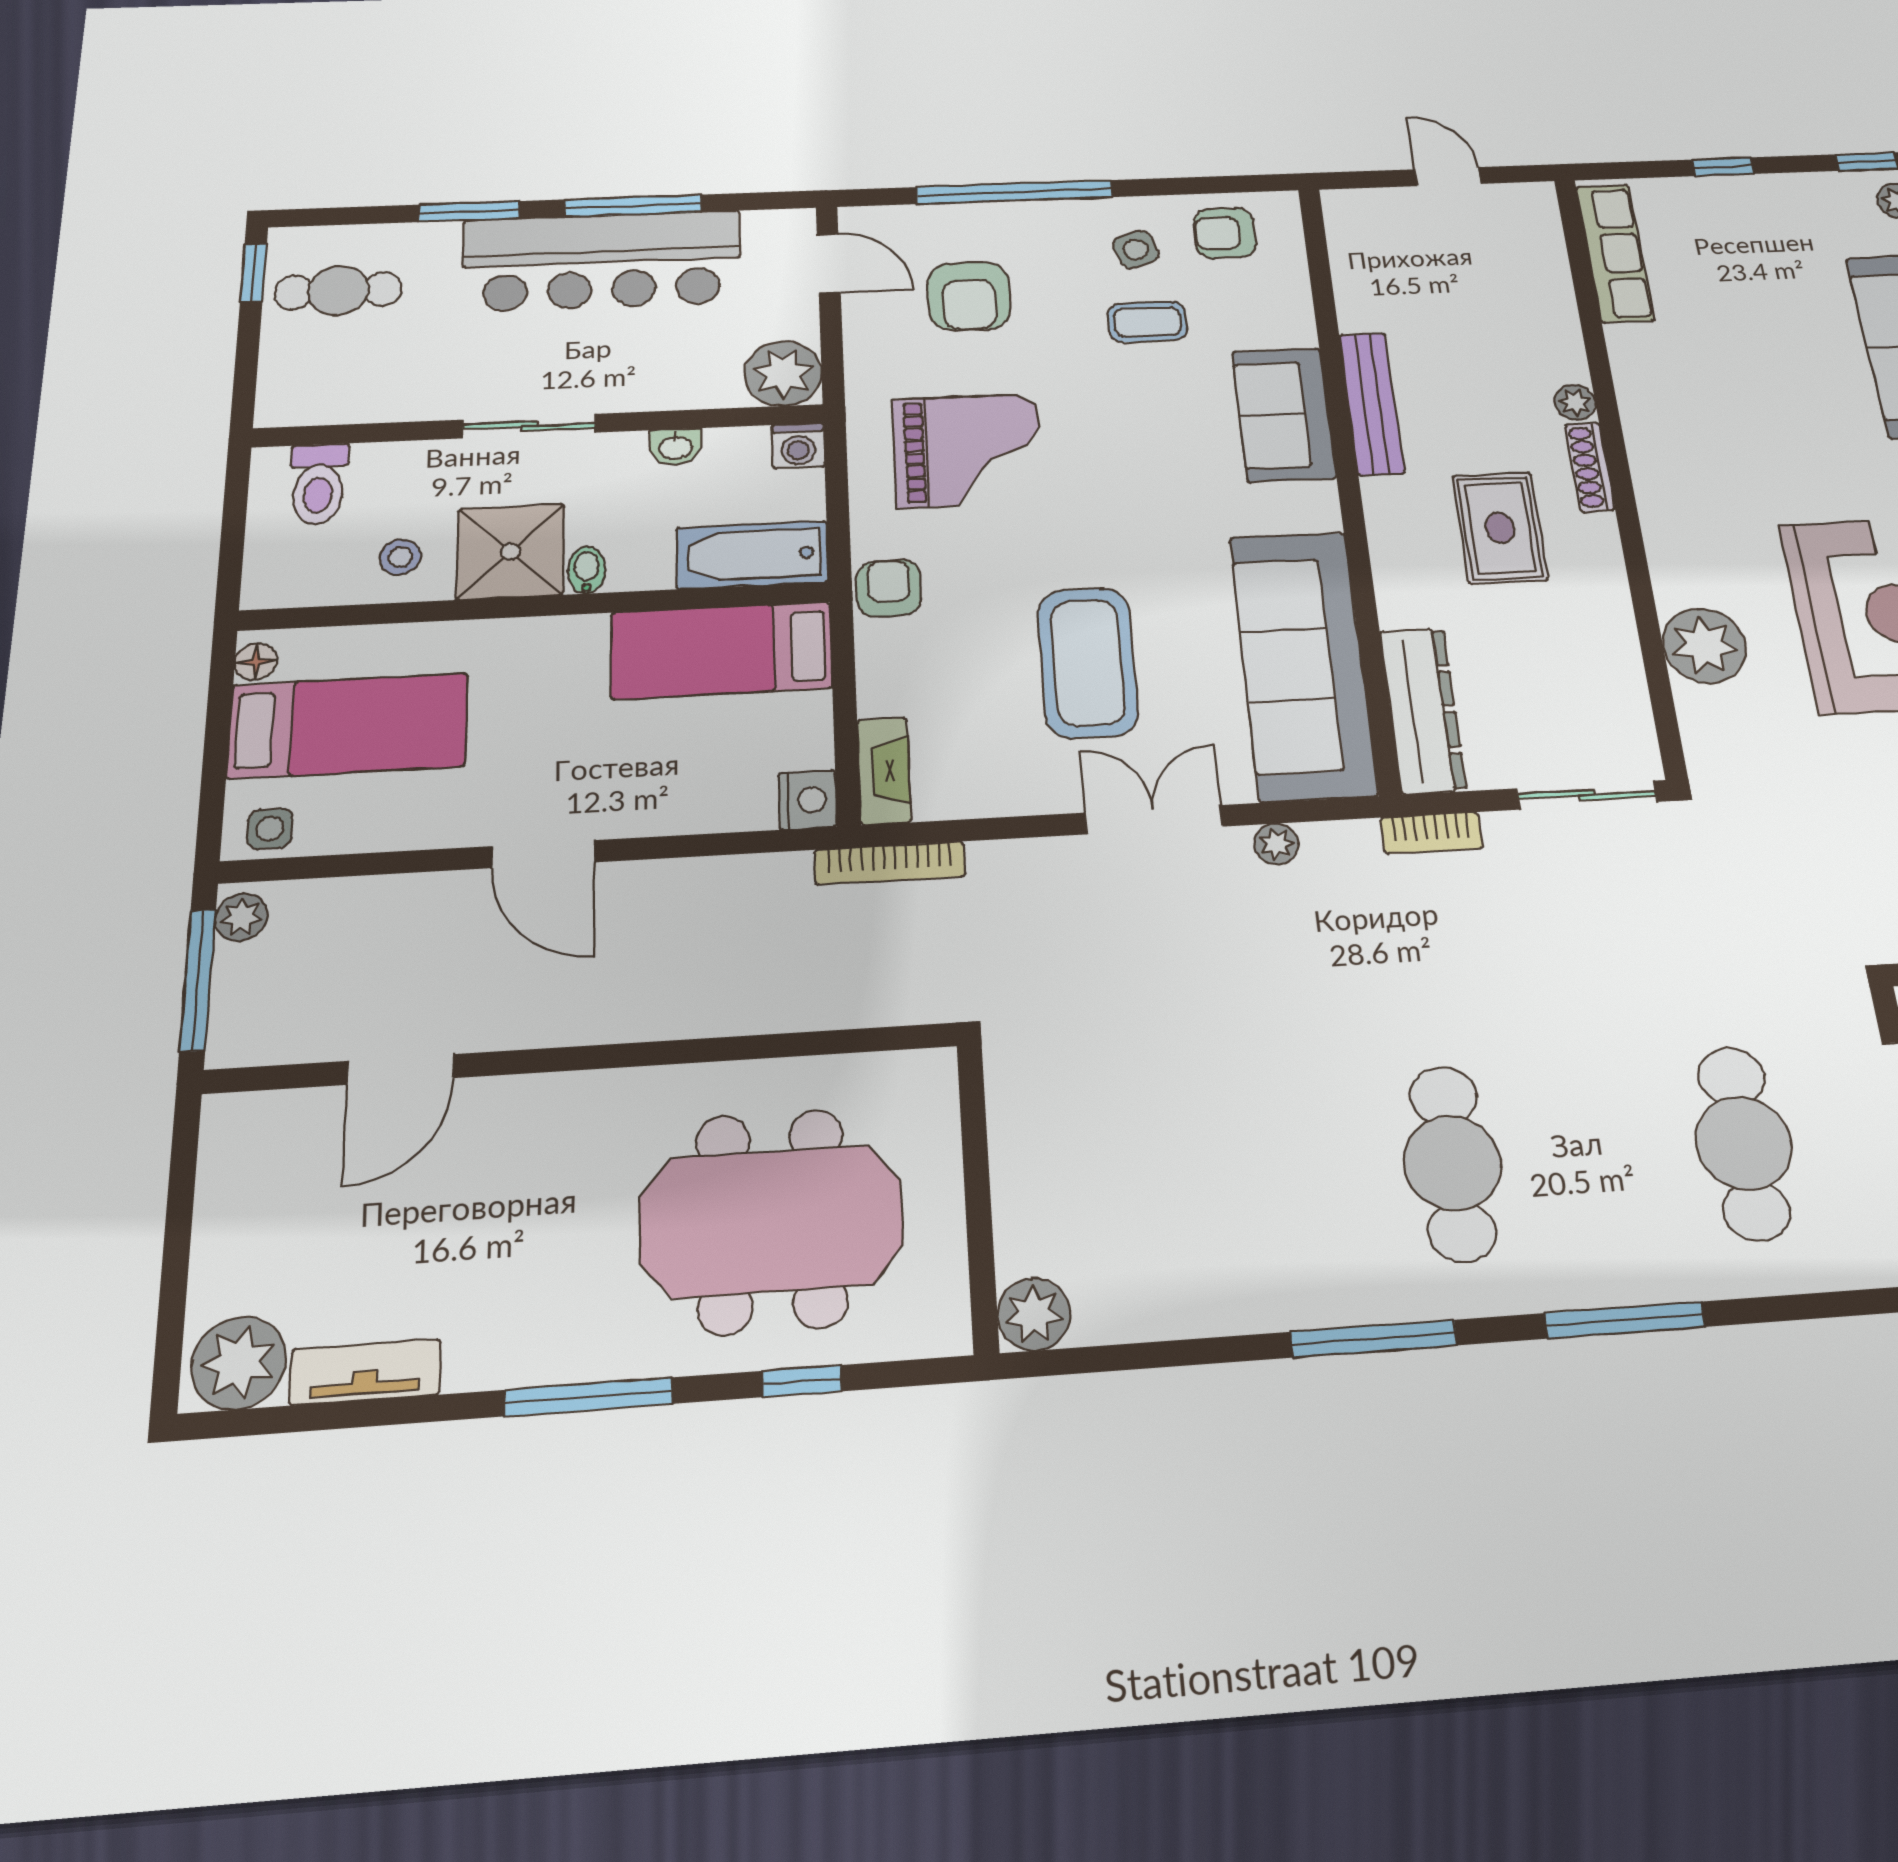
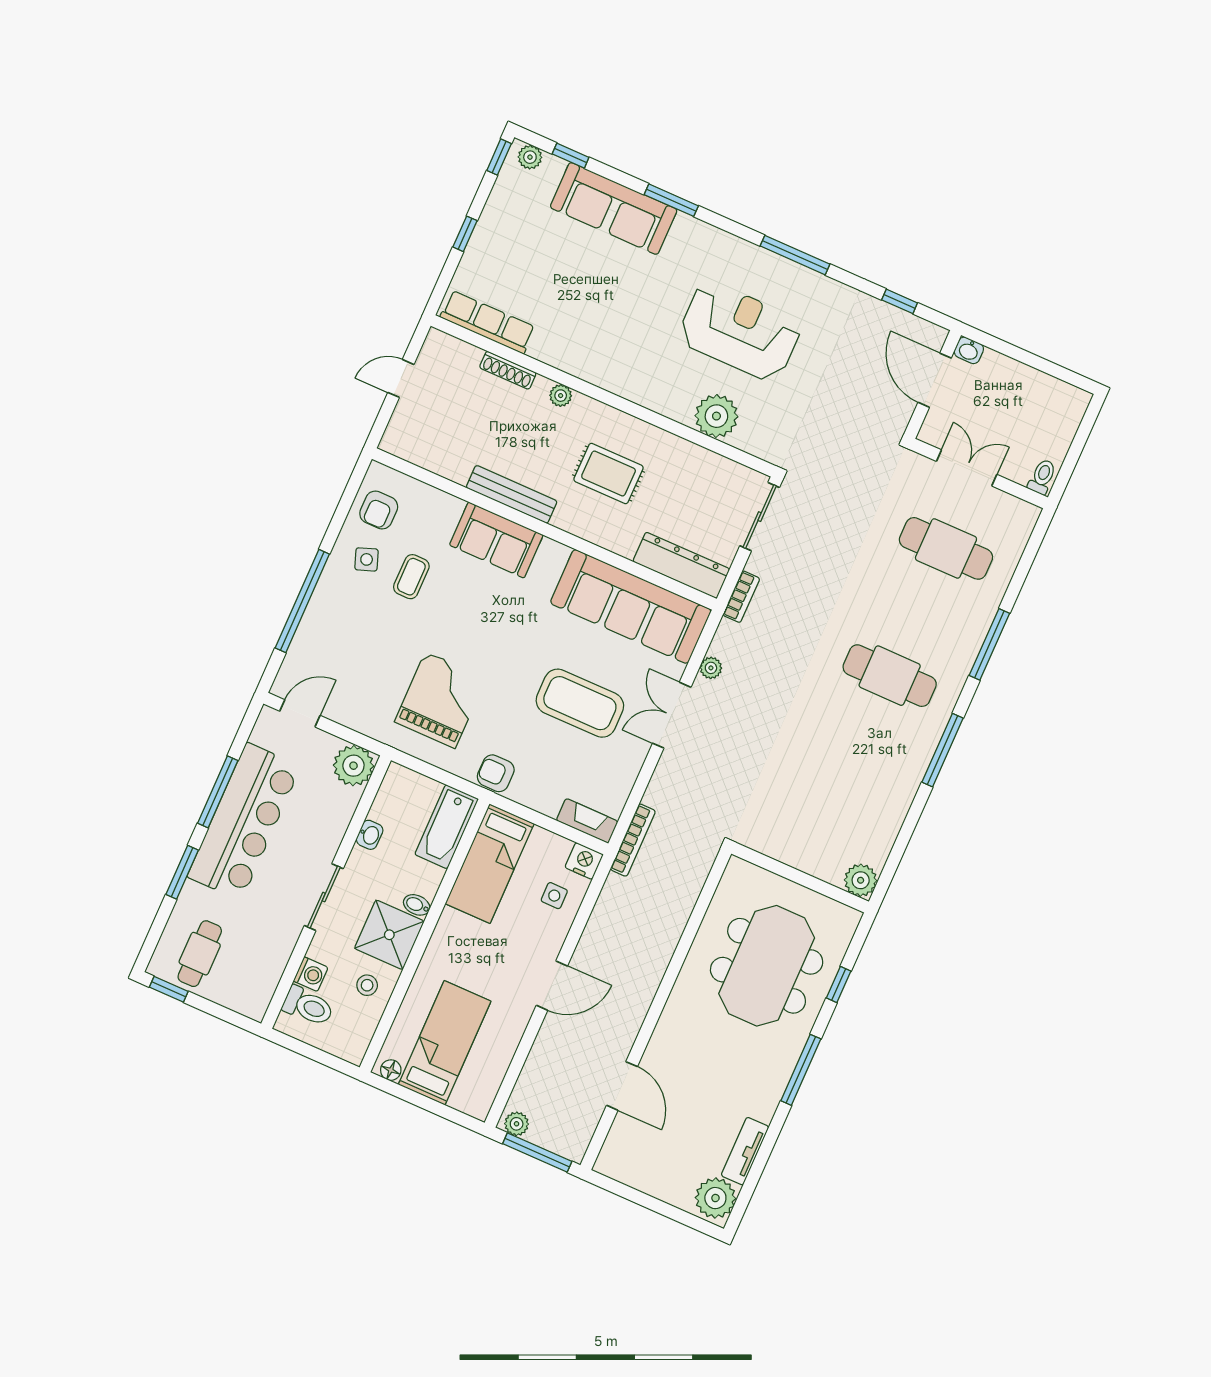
armchair: (969, 296) -> (353, 655), removed
washing machine: (798, 446) -> (311, 974), moved
shoe rack: (1590, 467) -> (508, 370), moved
side table: (270, 829) -> (554, 896), moved

